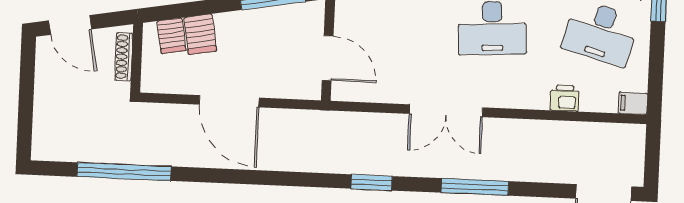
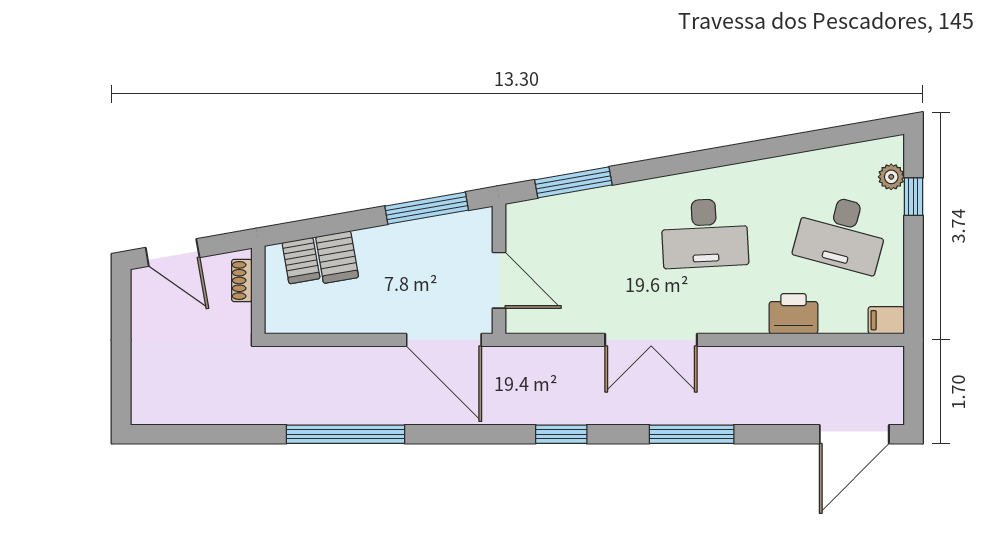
shoe rack: (124, 57) -> (242, 280), width x0.70
printer: (565, 98) -> (793, 314), width x1.36, depth x1.24
door: (229, 101) -> (444, 340), moved
window: (124, 172) -> (345, 434), moved

